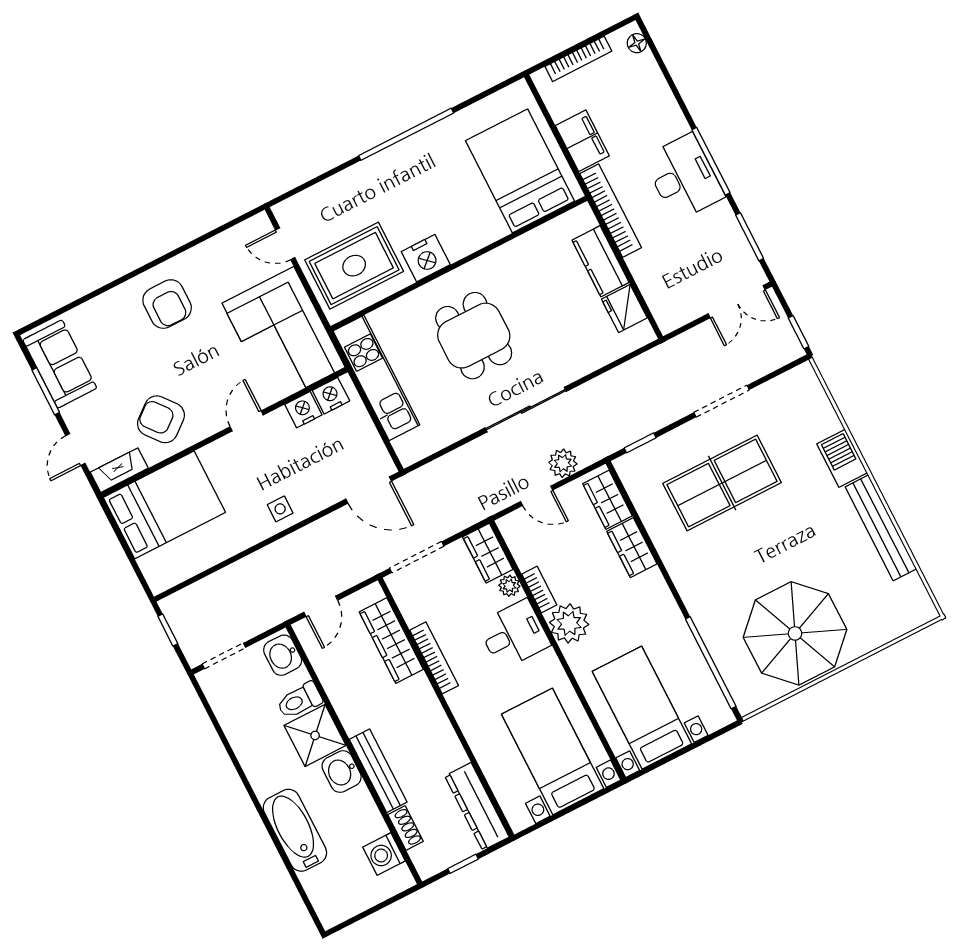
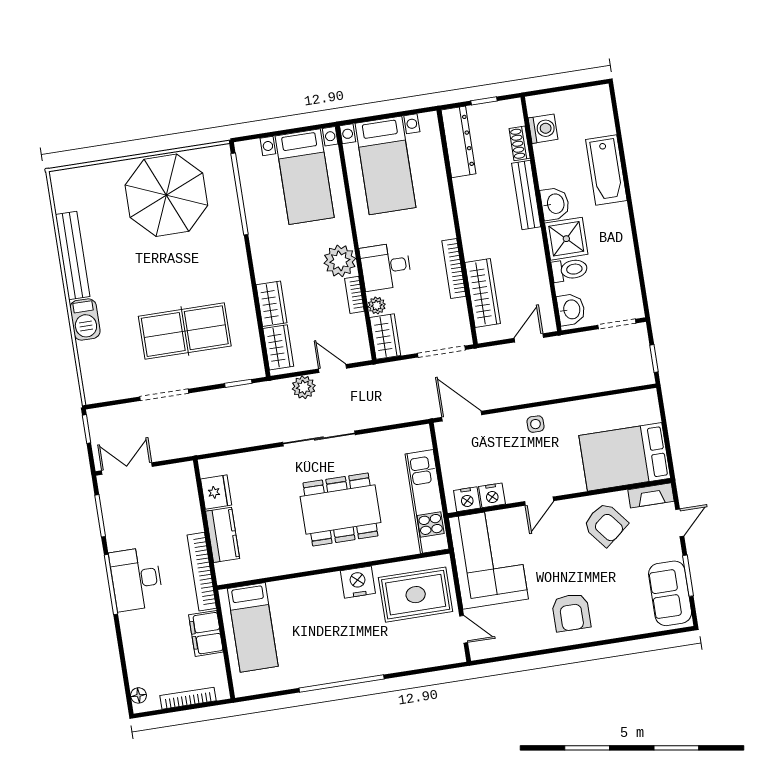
bed: (520, 171) -> (253, 627), width x0.67
armchair: (167, 304) -> (571, 613), turned 180
dining table: (474, 336) -> (340, 509), width x1.38

